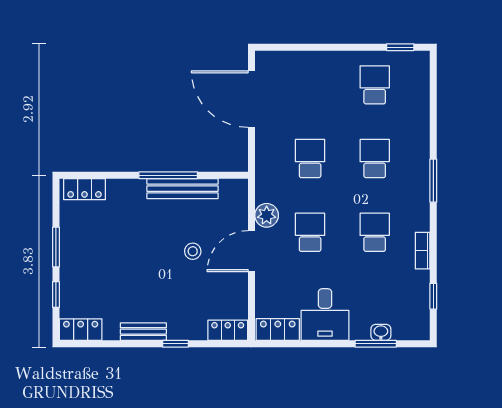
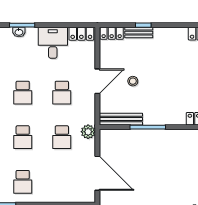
bench: (182, 189) -> (121, 119), moved
plant: (267, 215) -> (88, 132), moved
bench: (143, 332) -> (139, 33), moved

